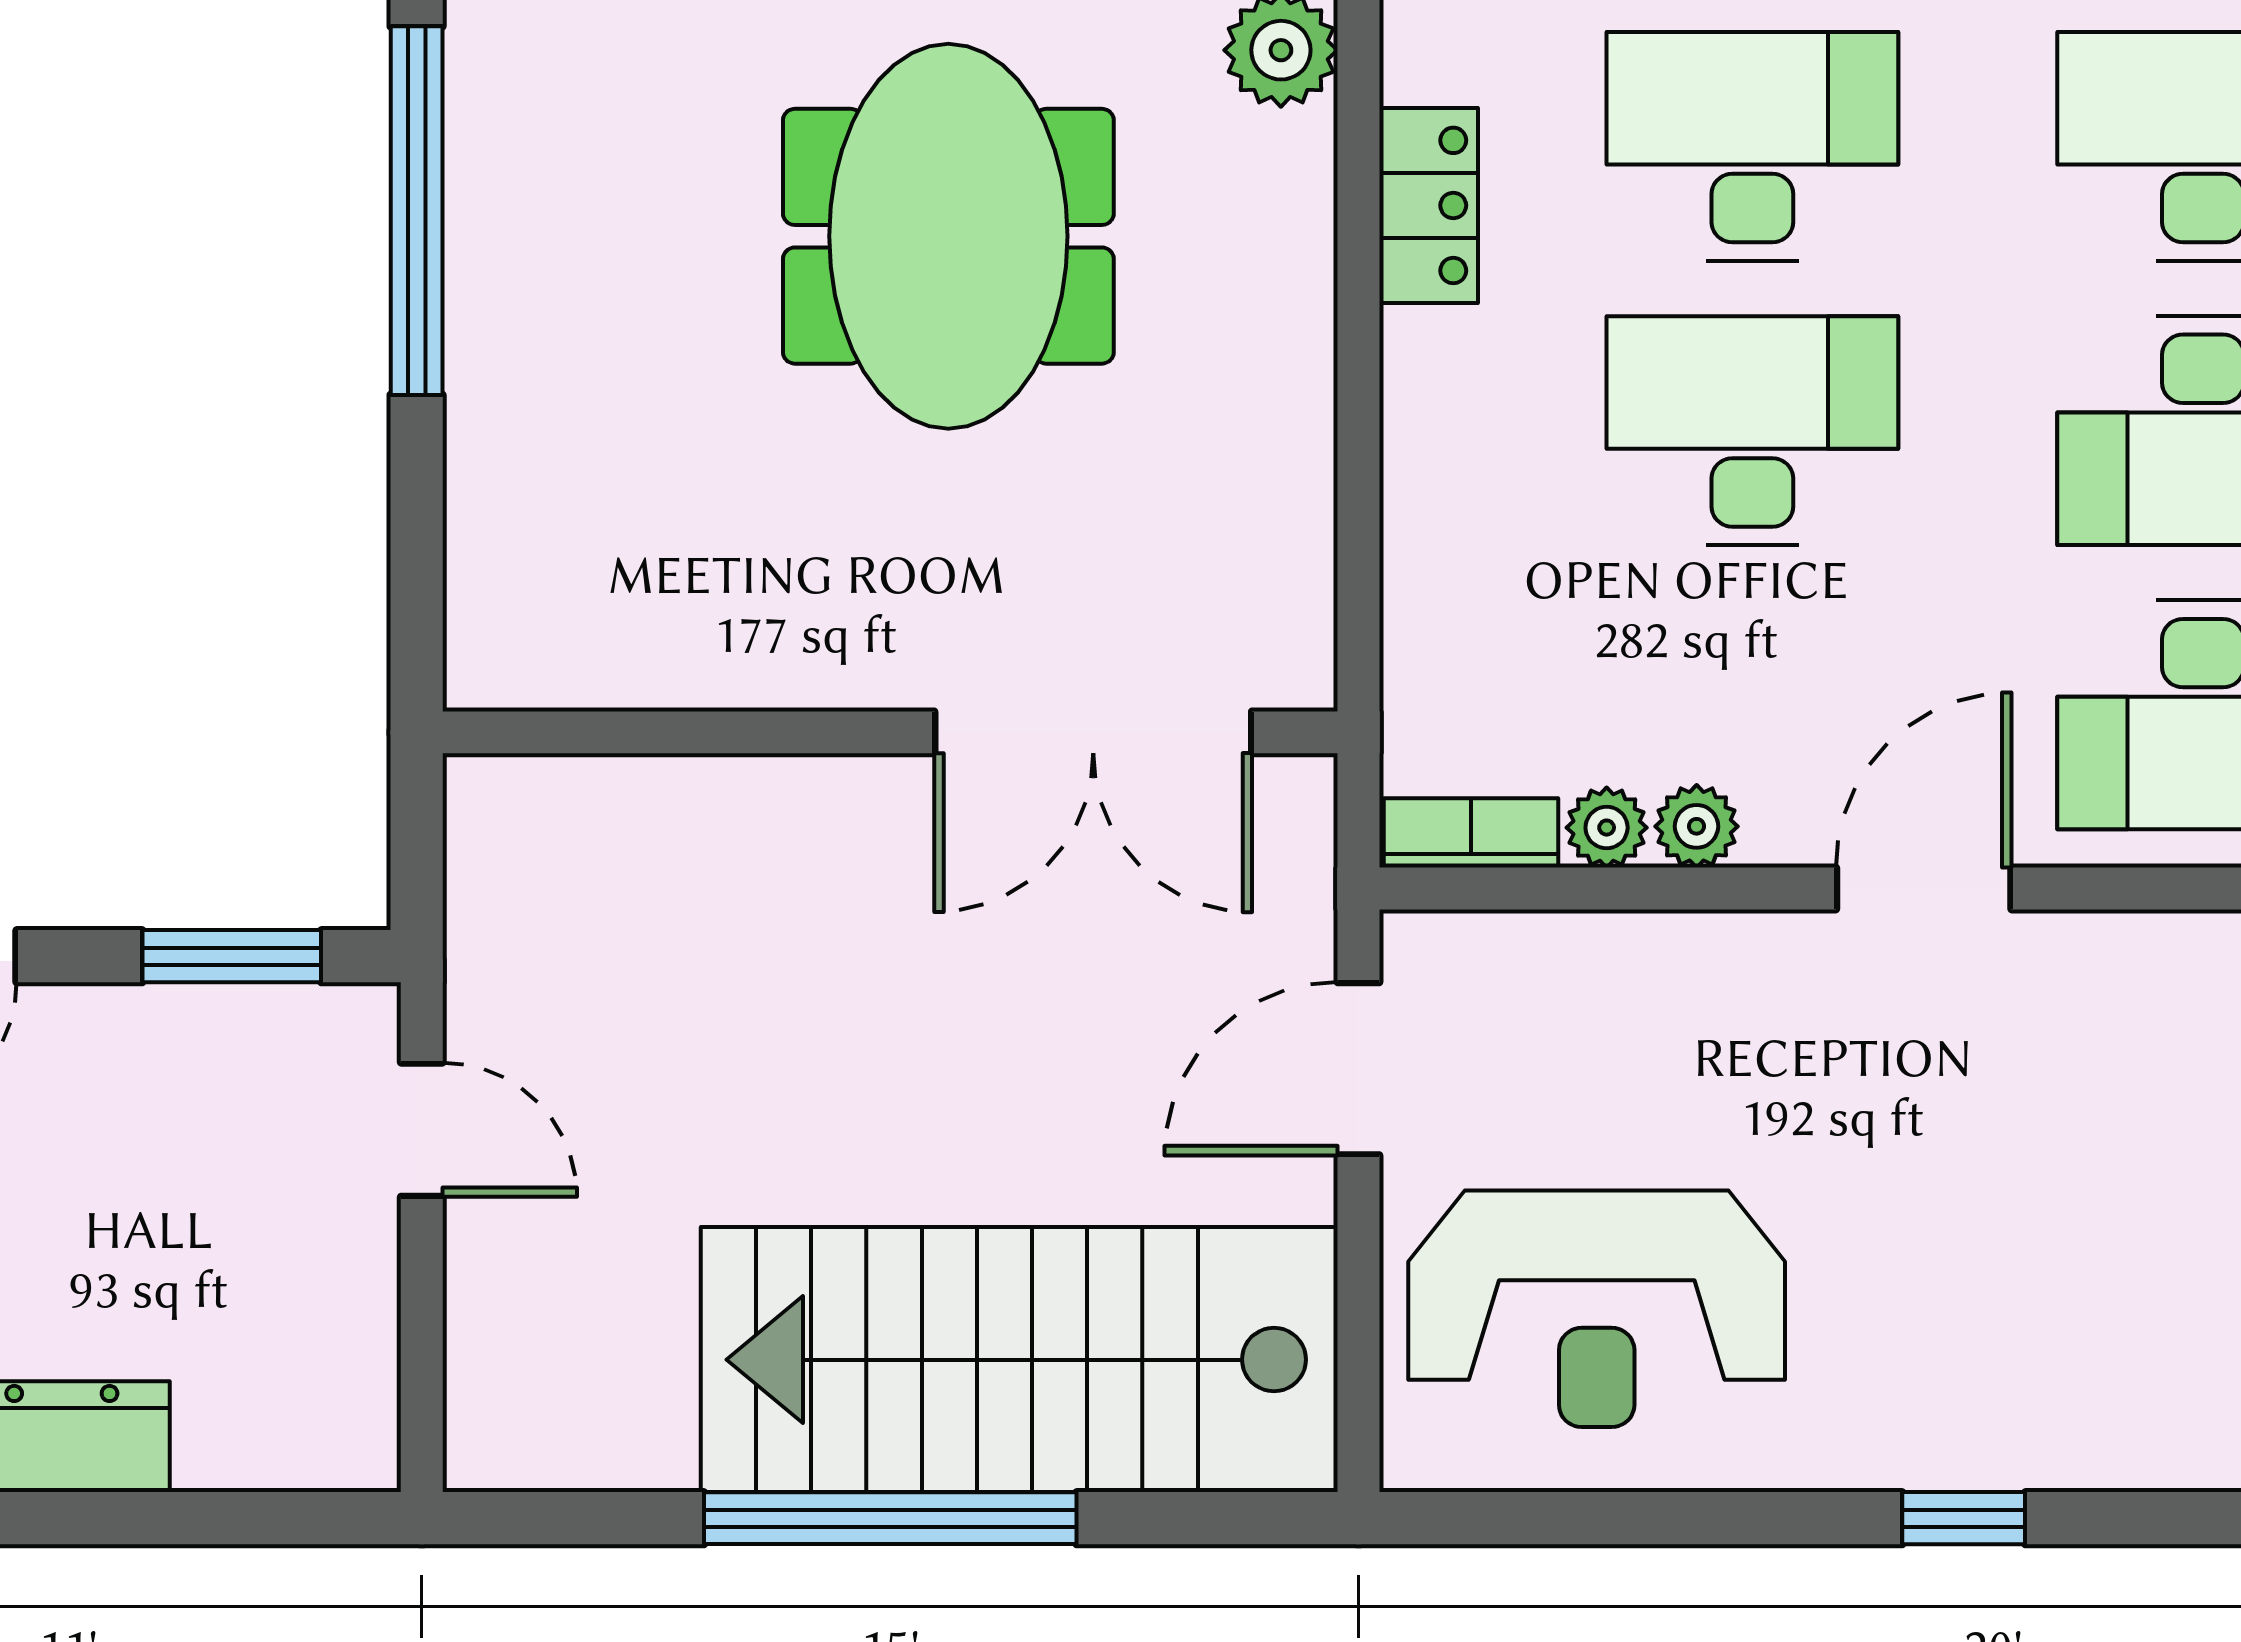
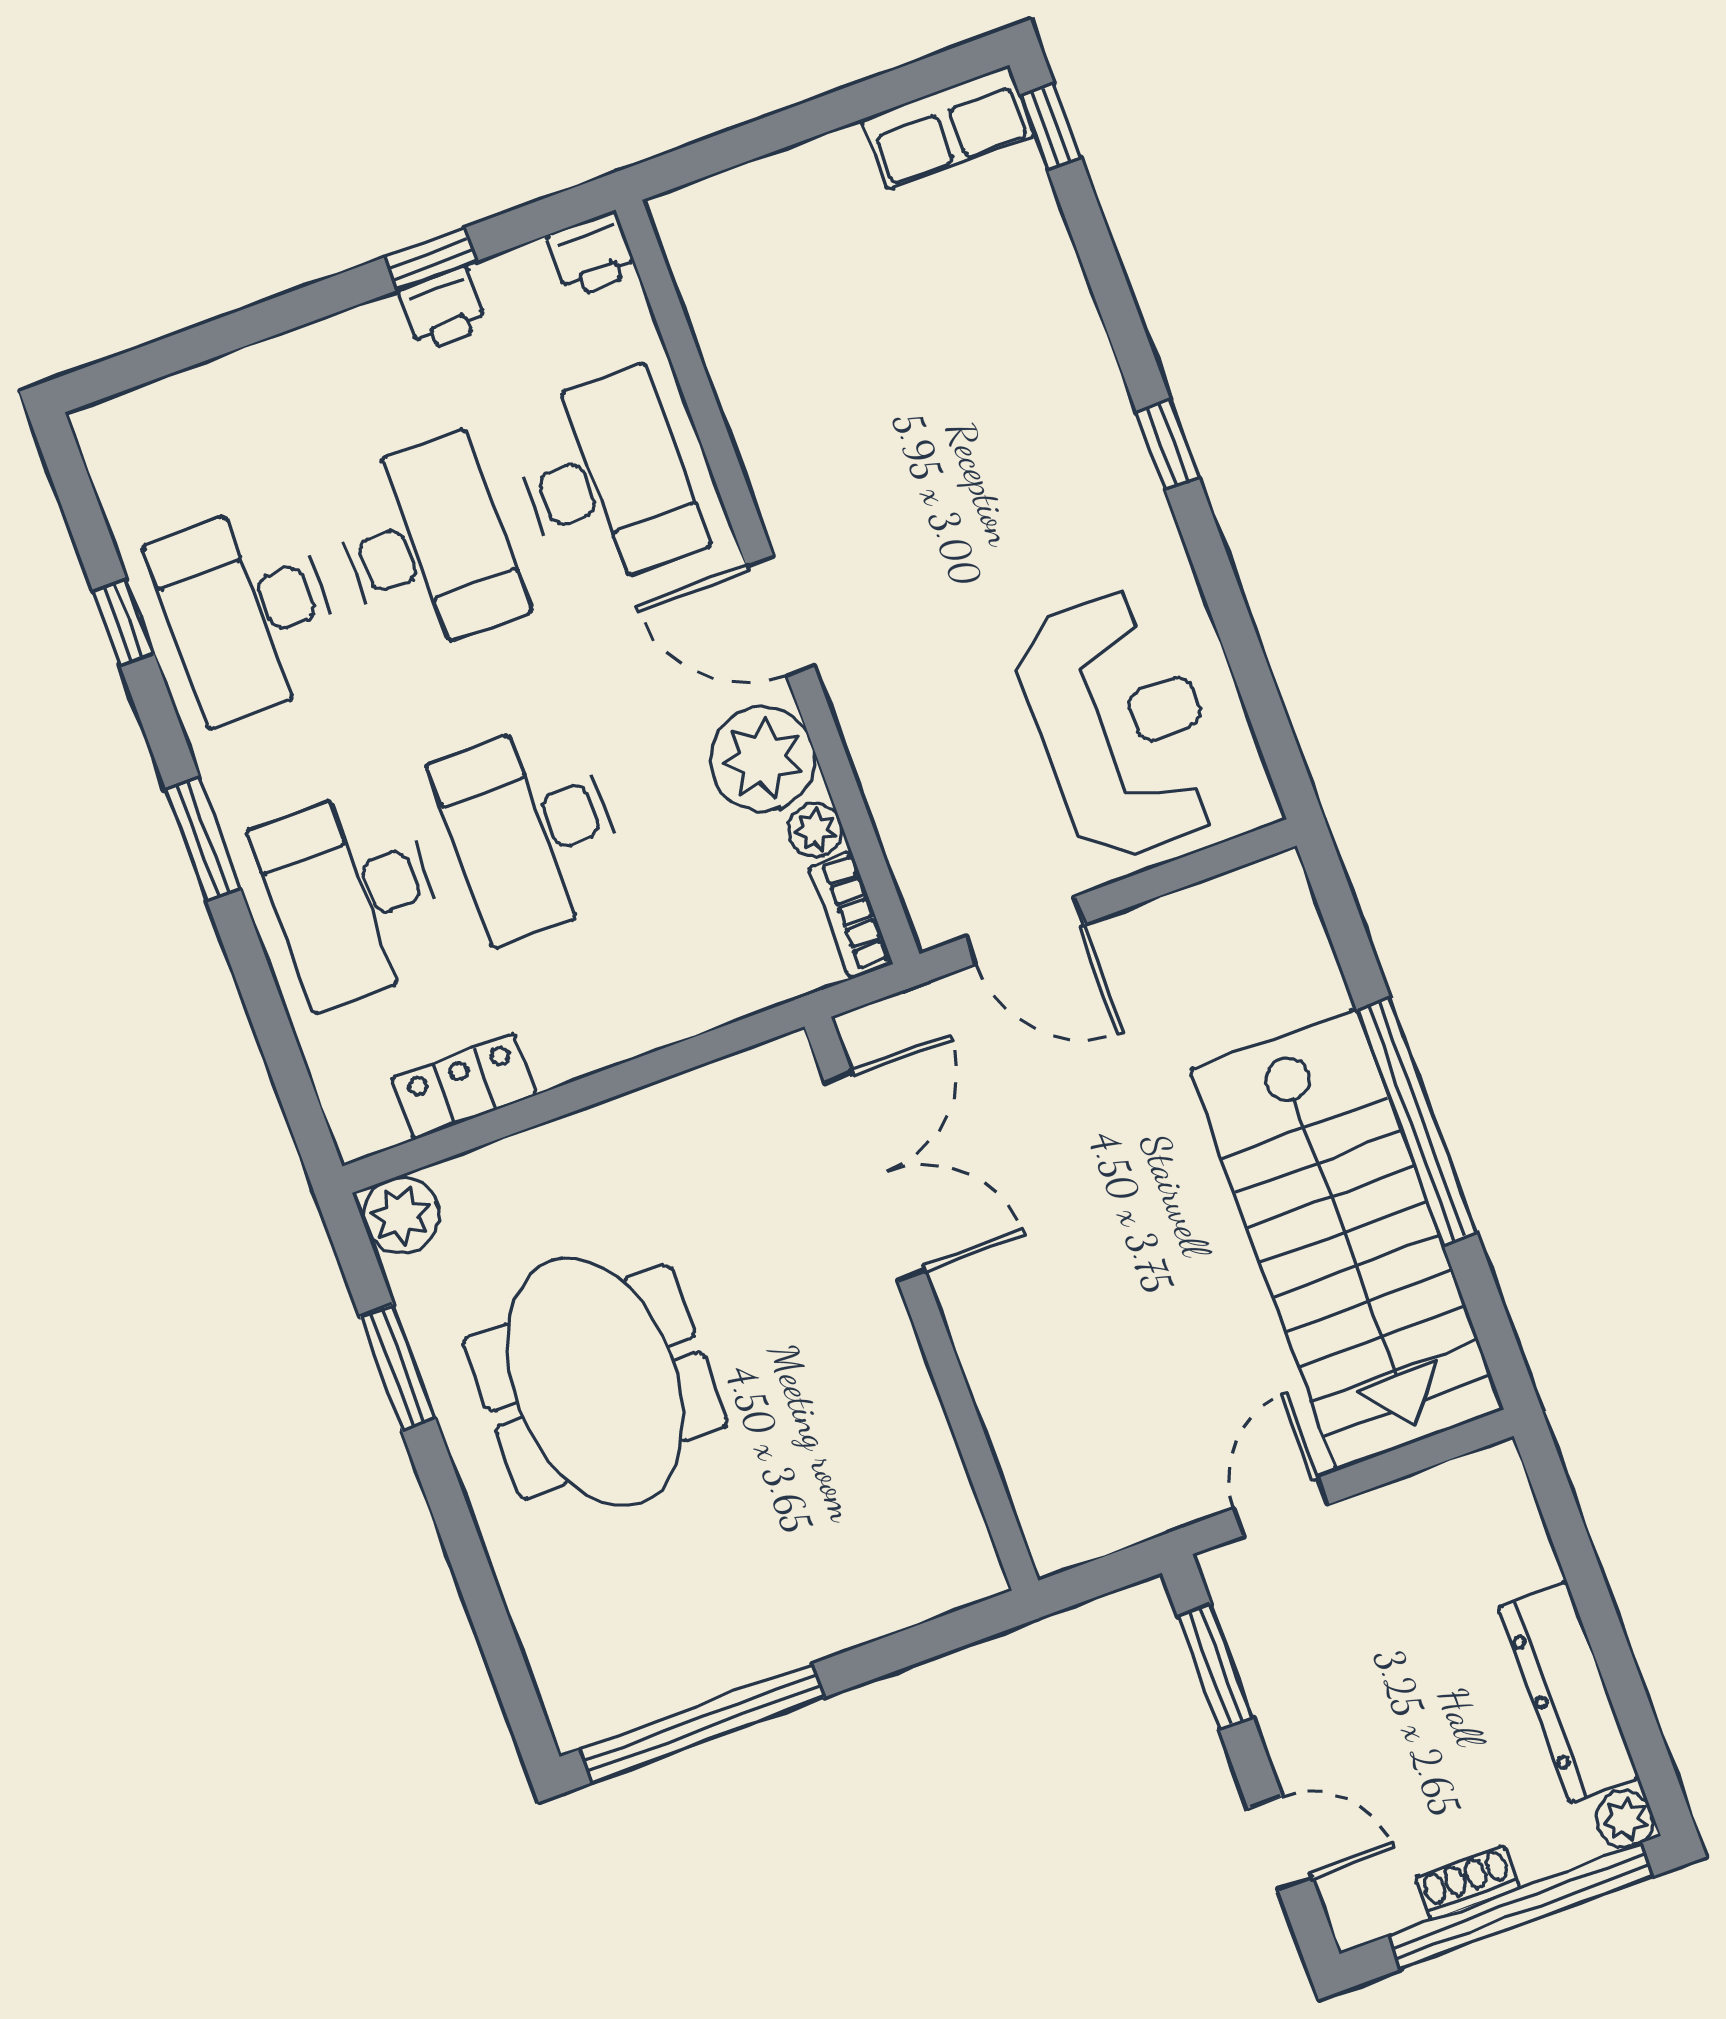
meeting table: (948, 236) -> (595, 1382), turned 90
plant: (1697, 826) -> (762, 759), width x1.88, depth x1.88
stairs: (1019, 1360) -> (1347, 1240), moved

